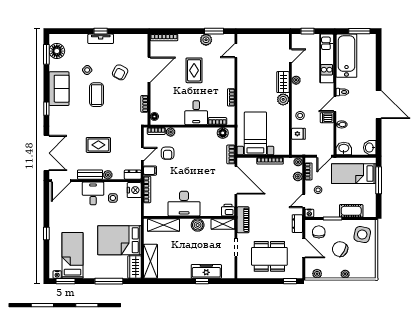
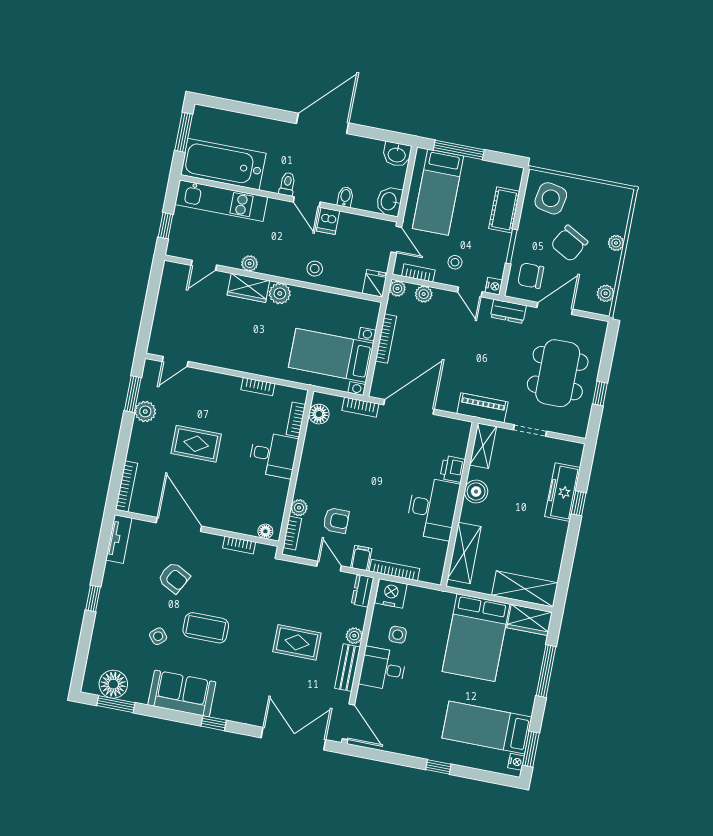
tv unit: (101, 39) -> (119, 539), moved
door: (236, 51) -> (175, 362), hinge flipped
door: (290, 56) -> (204, 265), swing flipped
fridge: (298, 134) -> (375, 283), moved
rug: (98, 145) -> (297, 642), turned 90
printer: (228, 210) -> (453, 469), moved
window: (290, 281) -> (600, 393), moved

